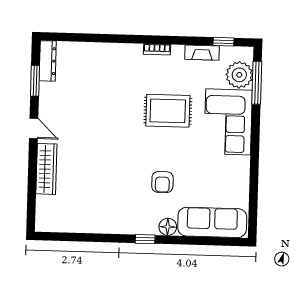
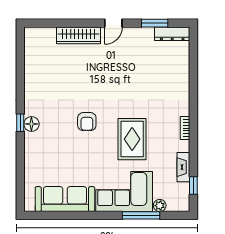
plant: (239, 75) -> (160, 206), width x0.53, depth x0.53
window: (257, 83) -> (141, 215), moved
armchair: (162, 182) -> (87, 122), moved, turned -90
sofa: (212, 222) -> (65, 199), moved, turned -90
floor lamp: (168, 227) -> (31, 124), moved

